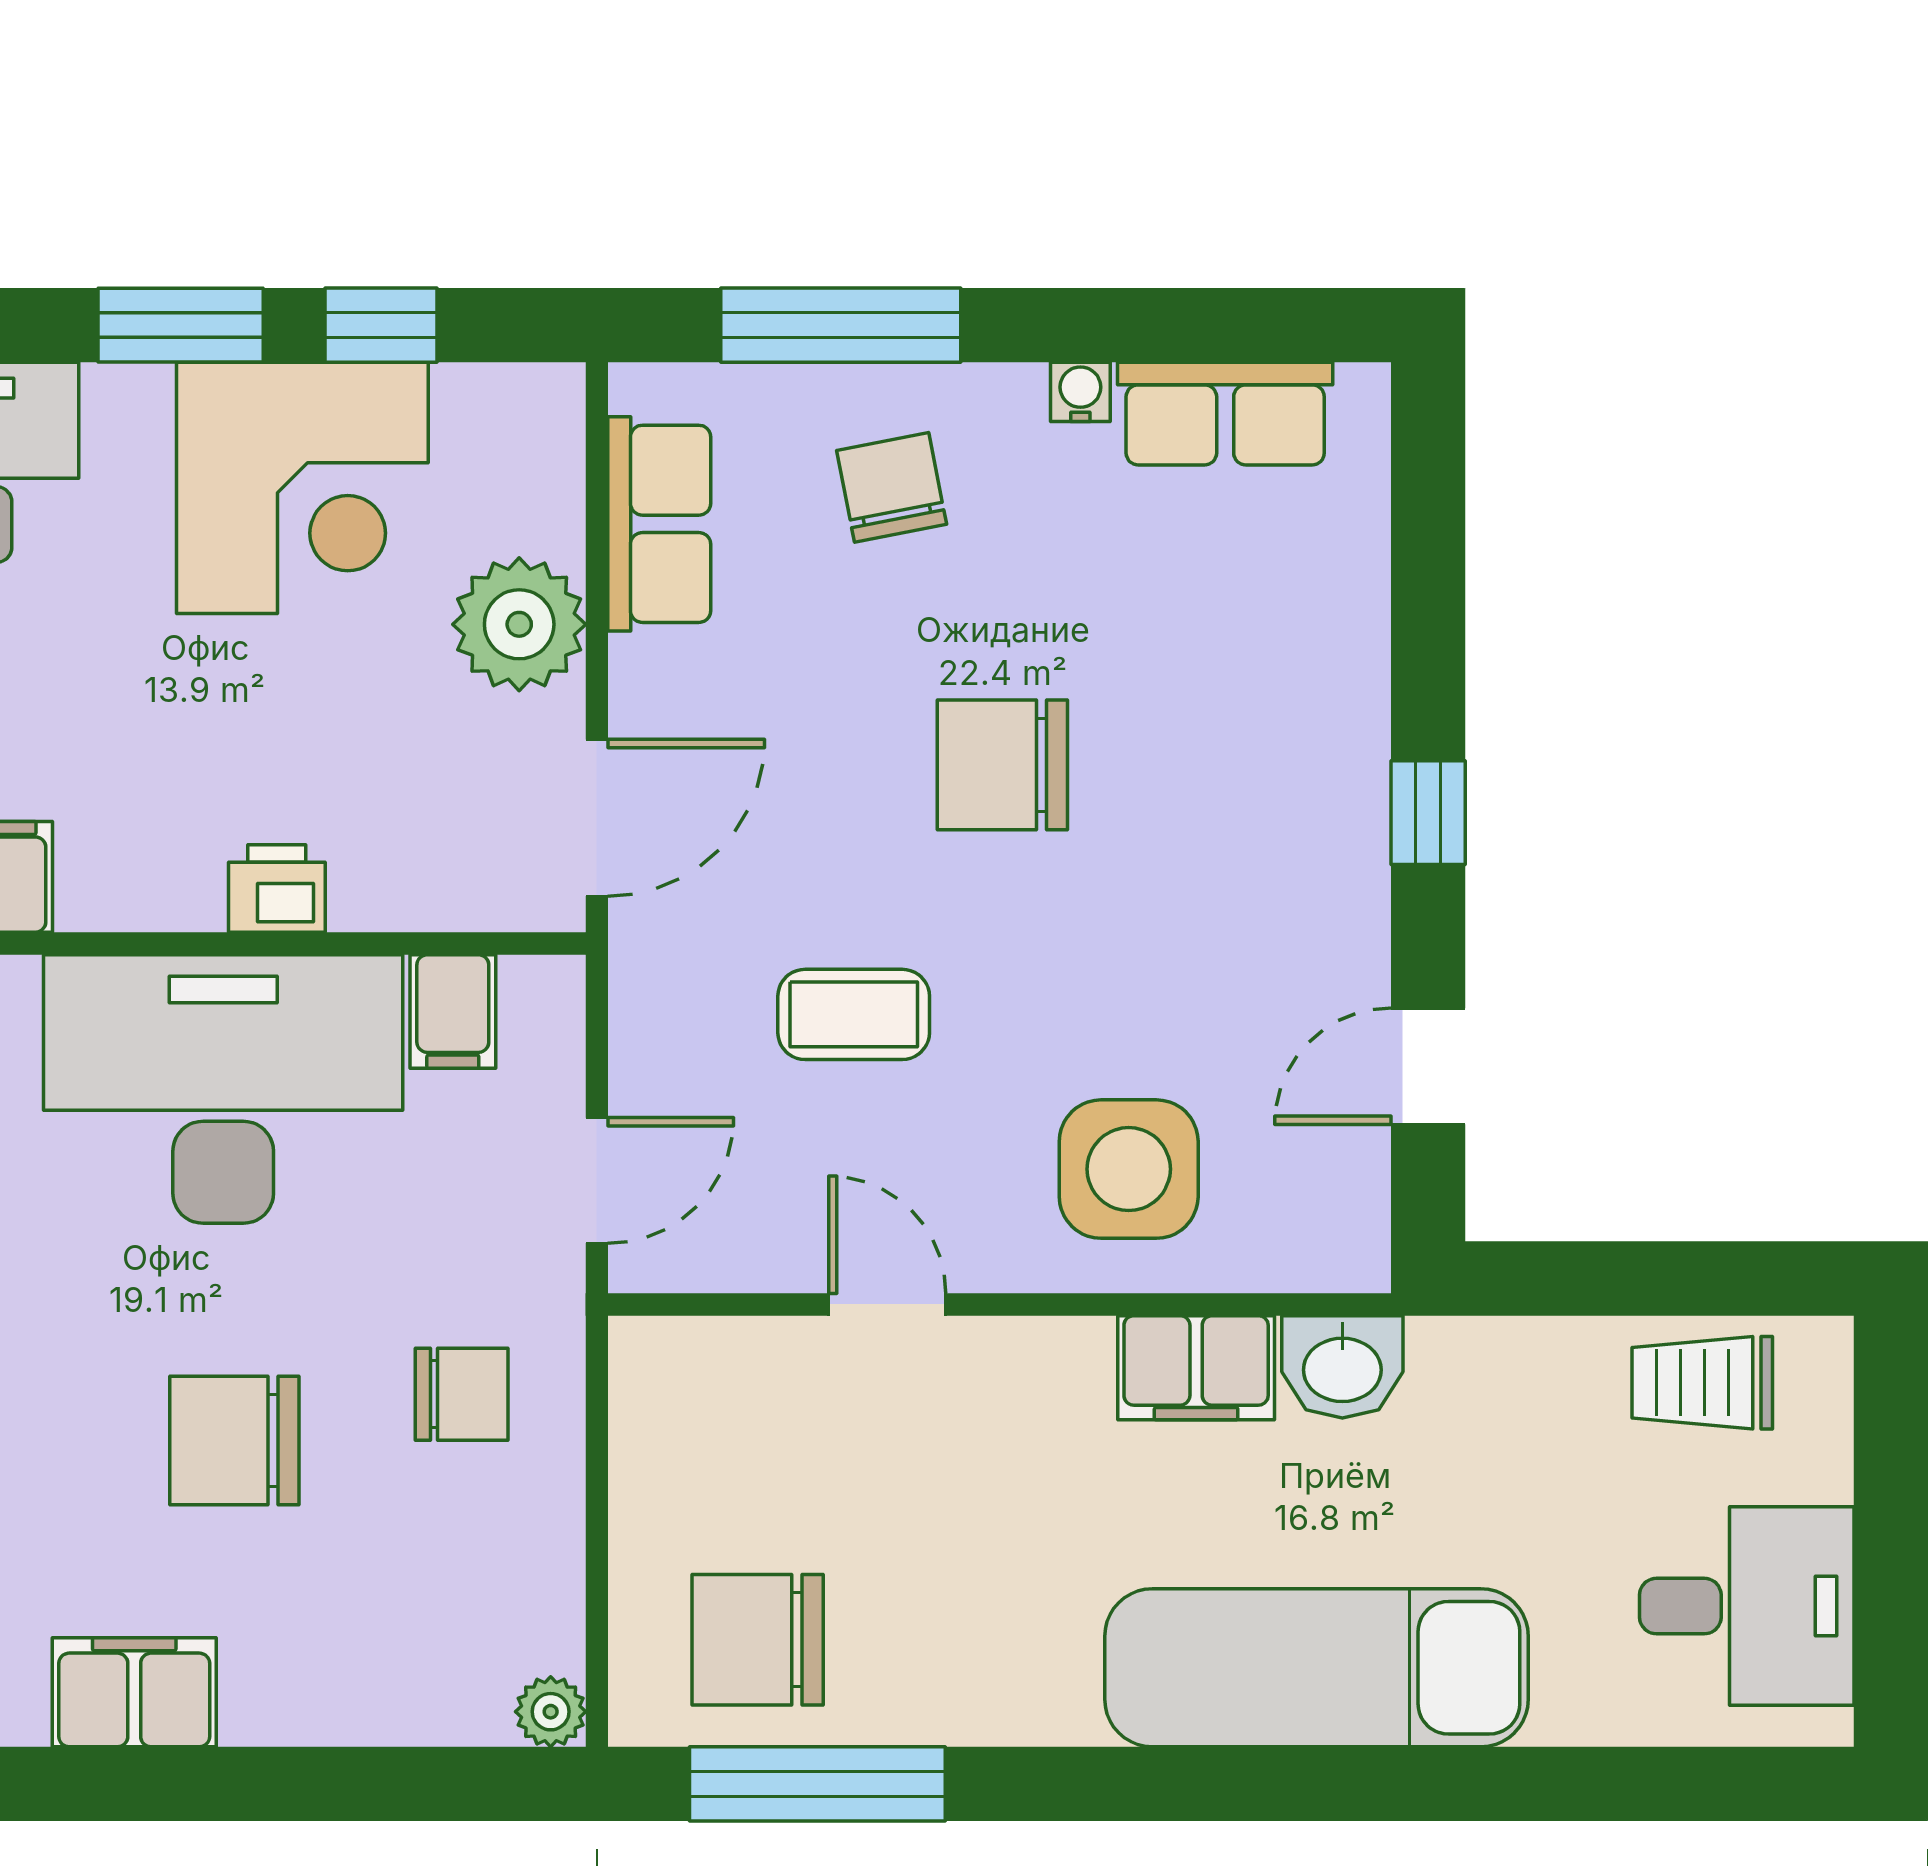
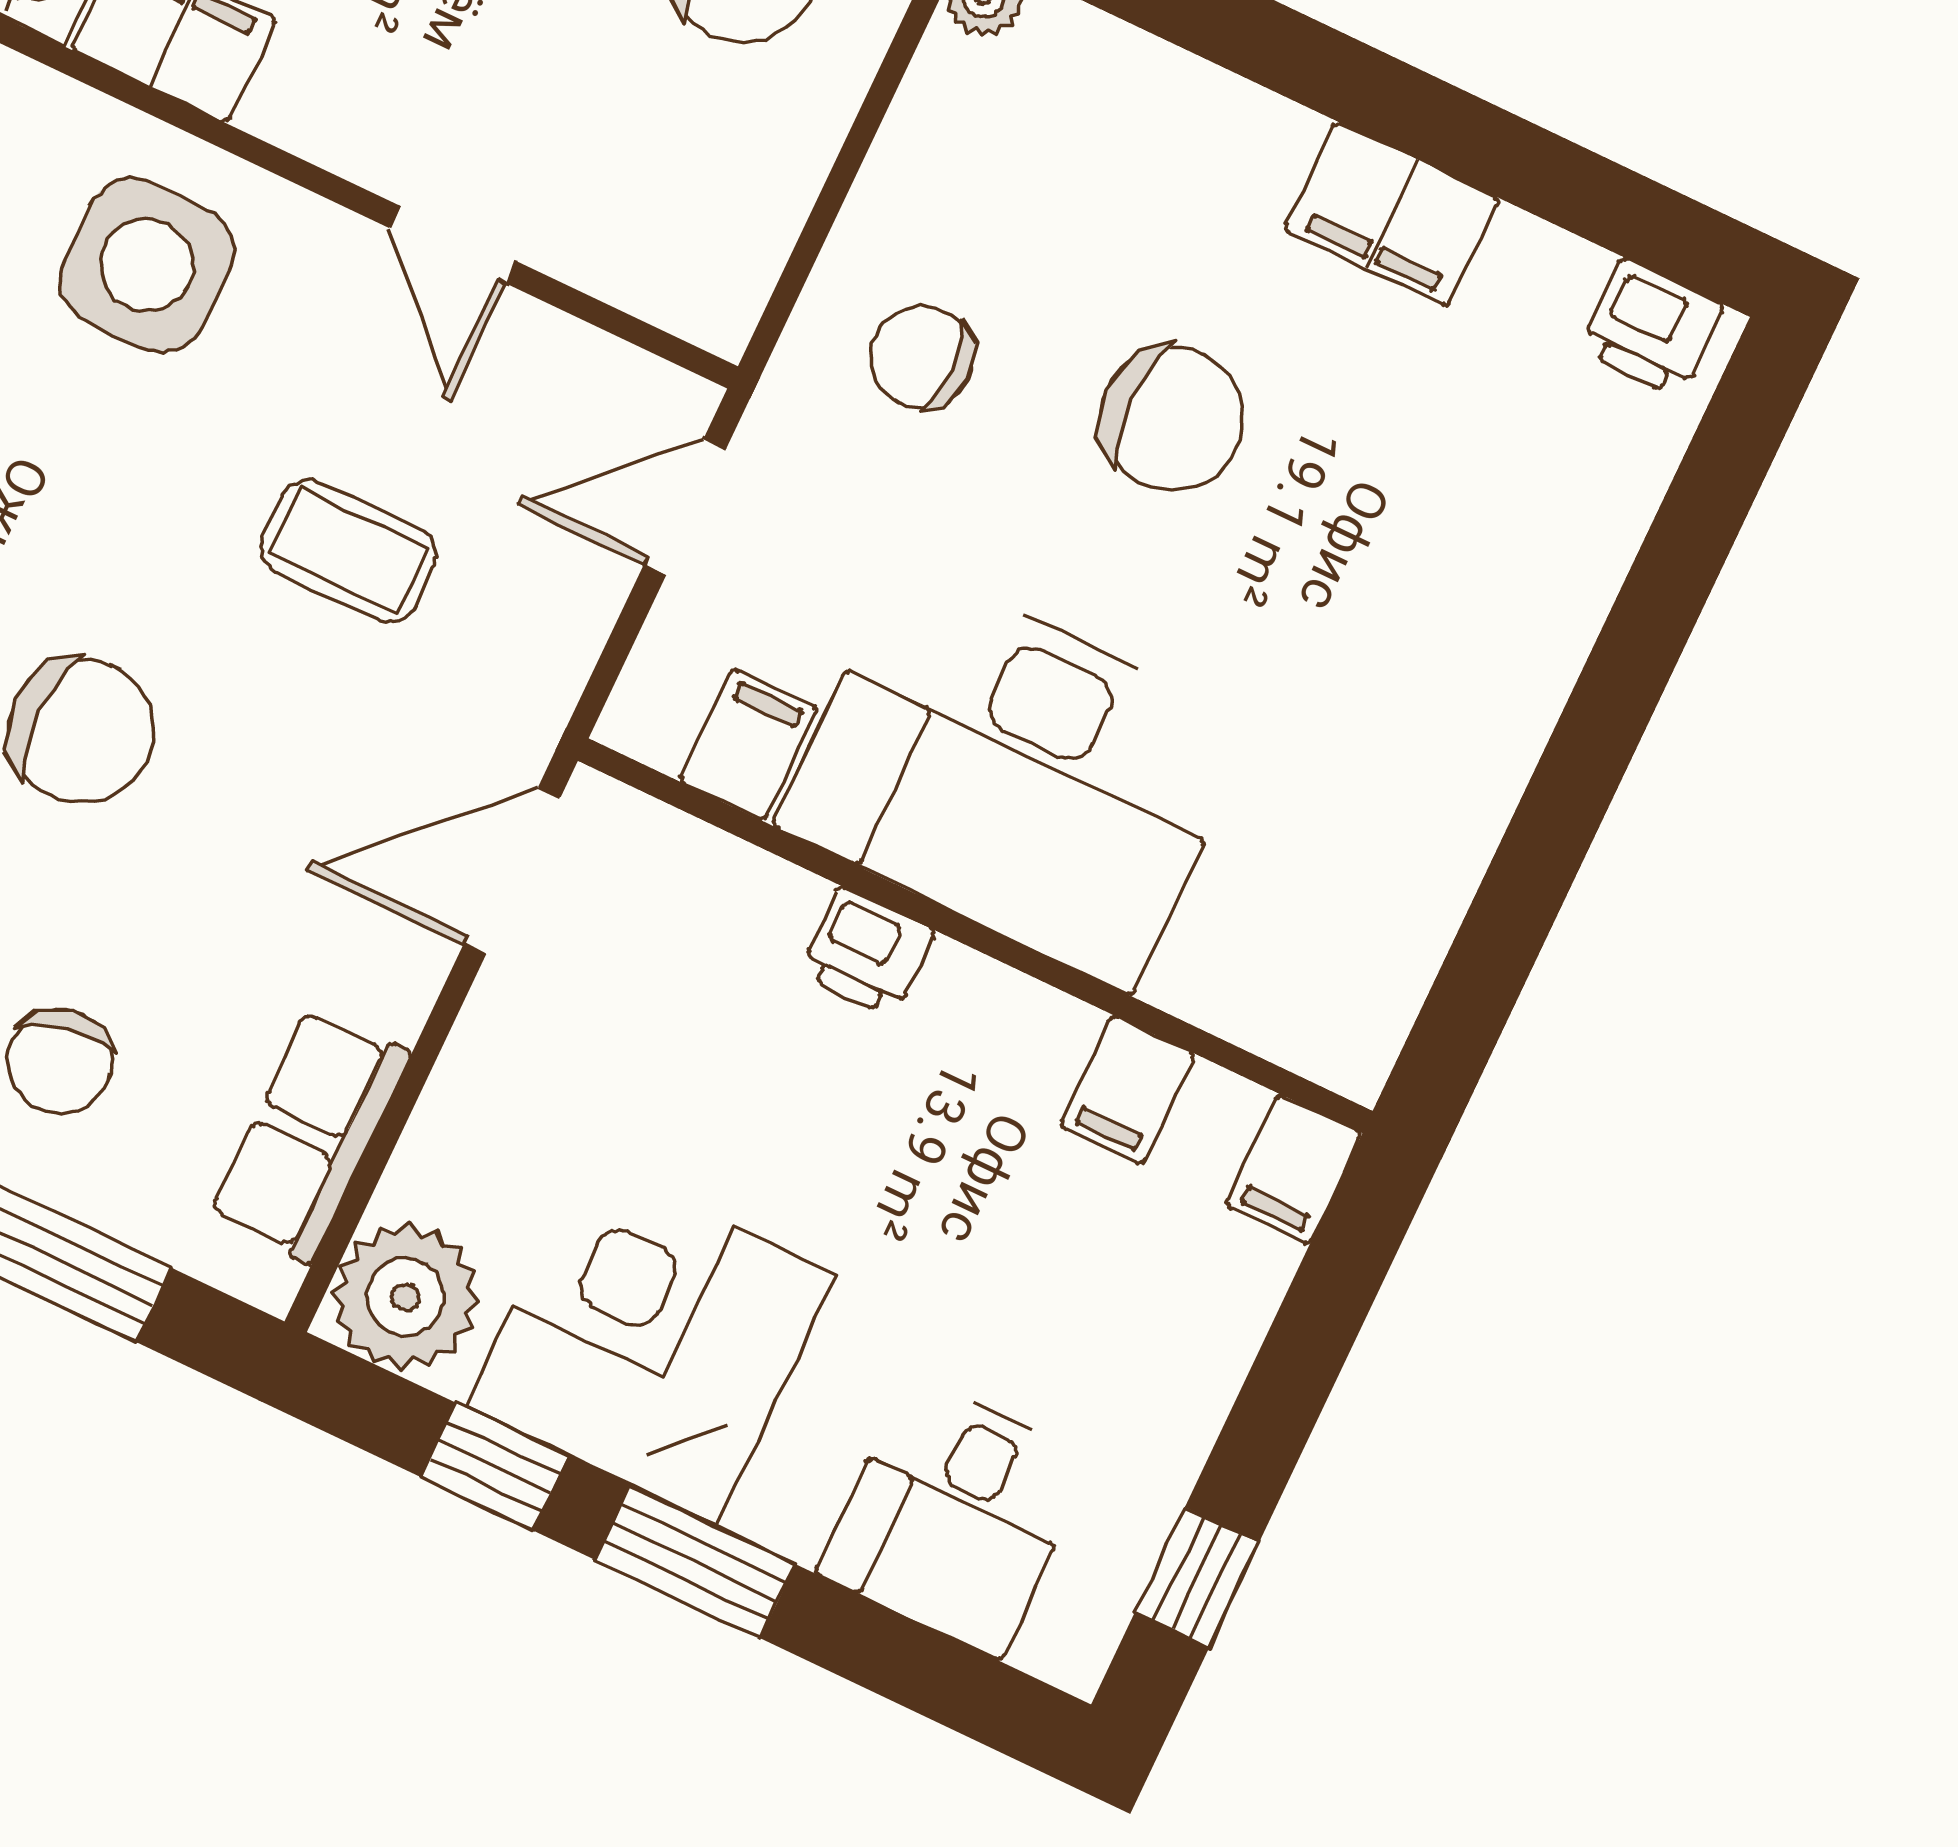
plant: (519, 624) -> (405, 1297), moved

